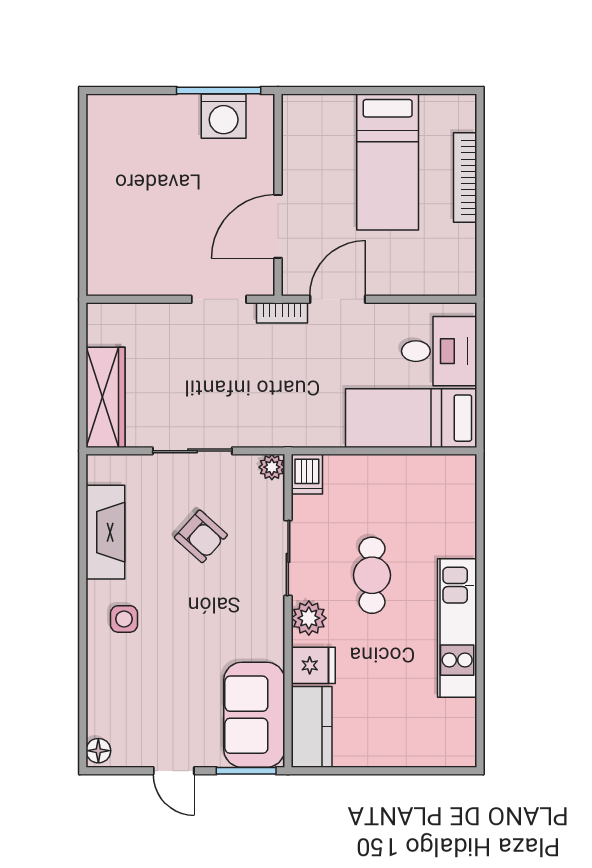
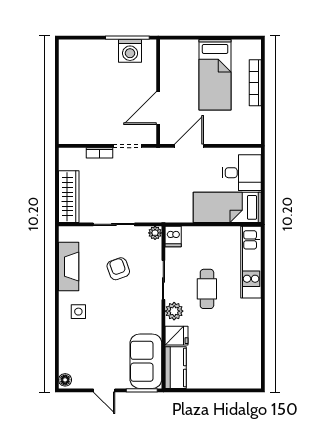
bookcase: (282, 313) -> (100, 153), moved
armchair: (201, 536) -> (118, 269), turned -152
kitchen unit: (457, 628) -> (251, 262), moved

